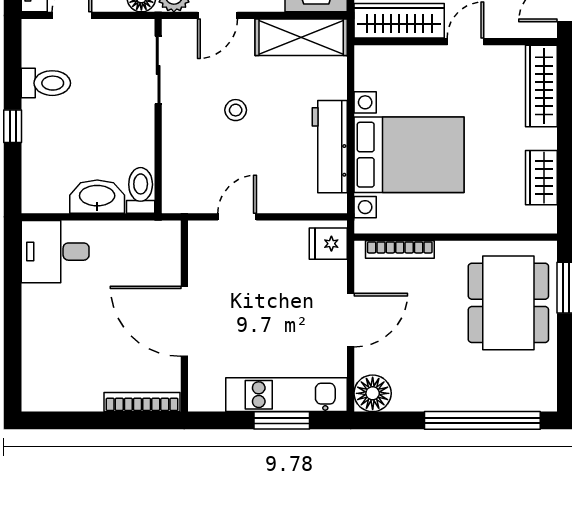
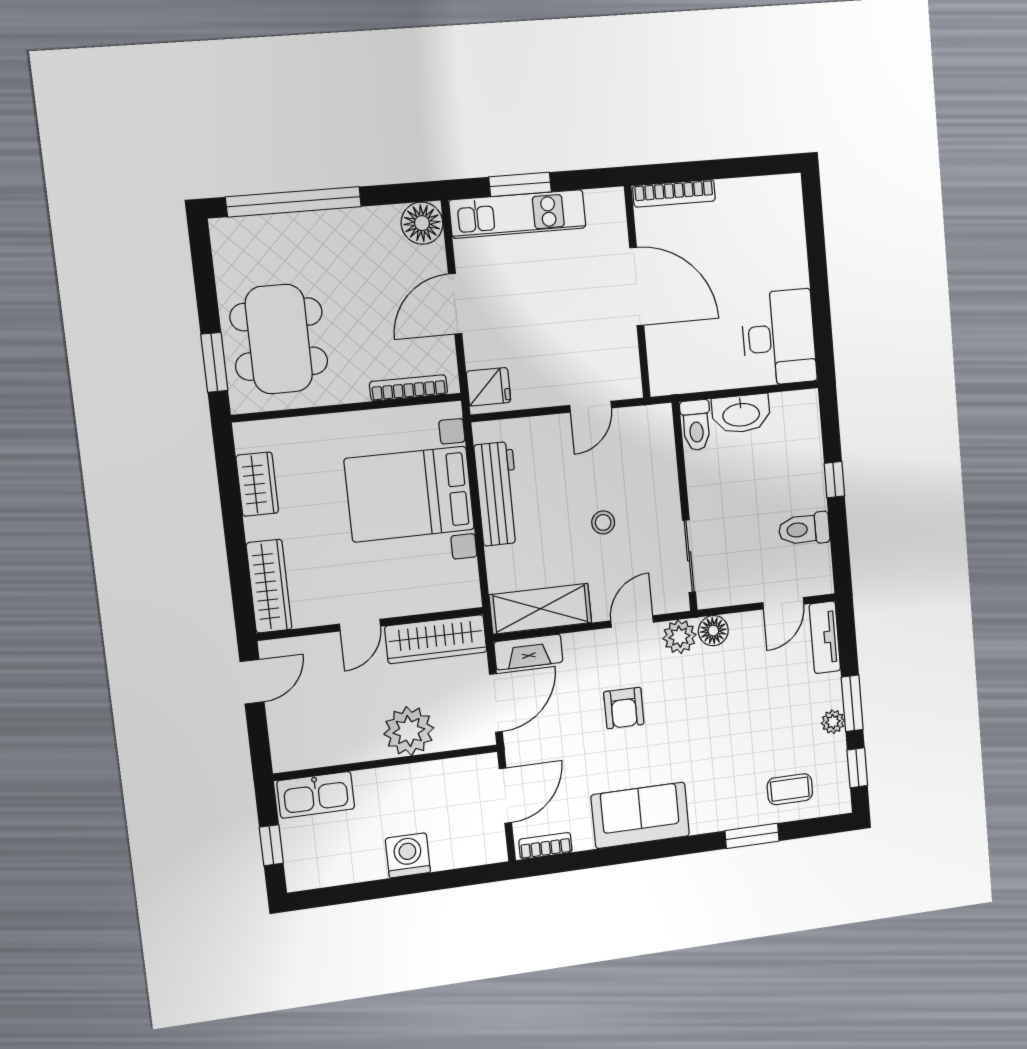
desk: (55, 252) -> (779, 338), width x1.37

